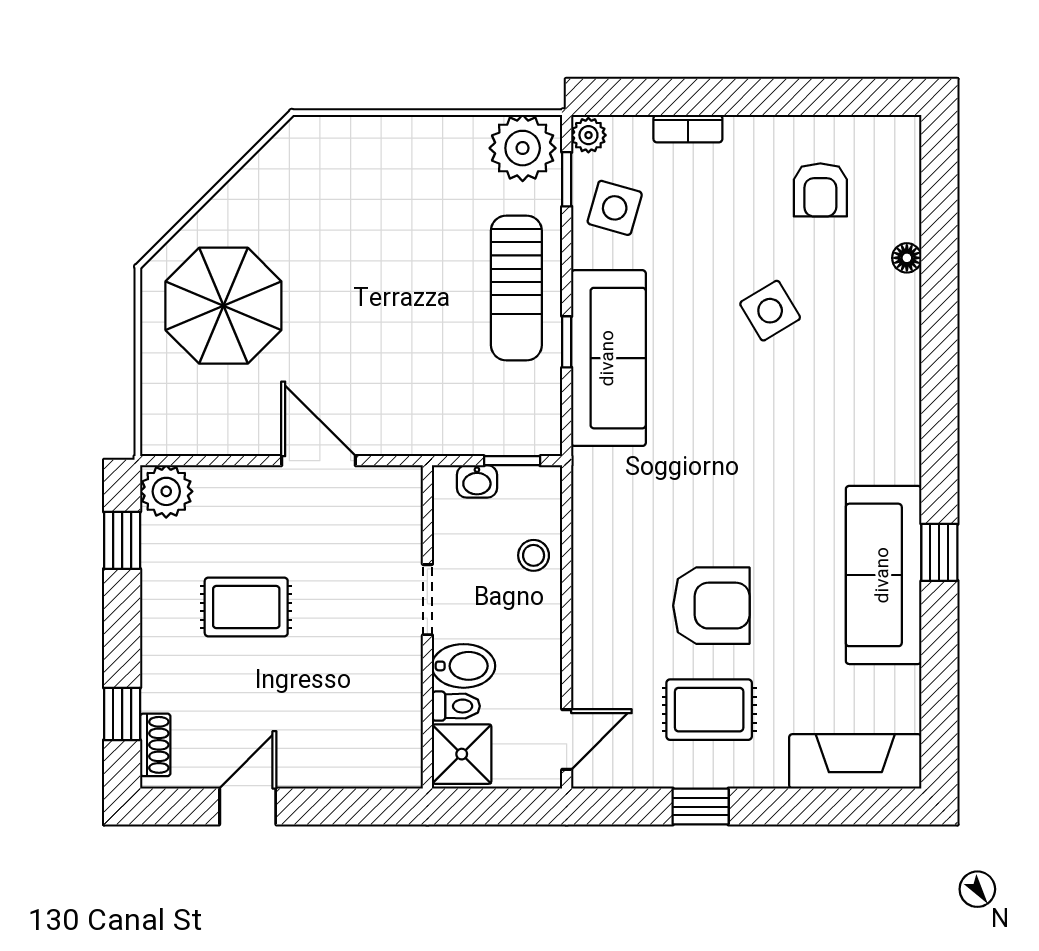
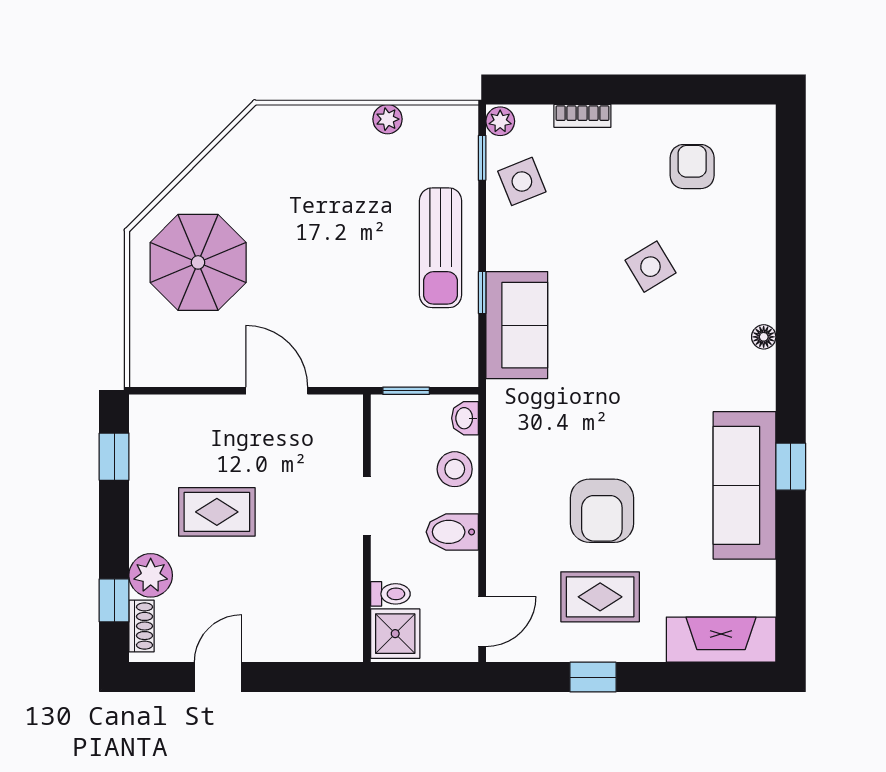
plant: (523, 148) -> (388, 119), moved, width x0.53, depth x0.53
armchair: (820, 190) -> (692, 167), turned 180
side table: (615, 208) -> (522, 181), turned -38
floor lamp: (907, 258) -> (764, 337), moved
sofa: (609, 358) -> (517, 325), width x0.73
window: (512, 461) -> (406, 391), moved
washbasin: (477, 481) -> (465, 418), moved, turned 90
plant: (166, 491) -> (151, 575), moved
stool: (534, 555) -> (455, 469), width x1.37, depth x1.37
armchair: (711, 606) -> (602, 511), turned 90
bidet: (464, 666) -> (452, 532), moved, turned 180

